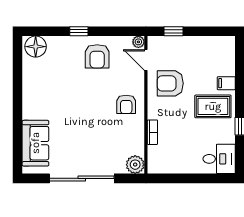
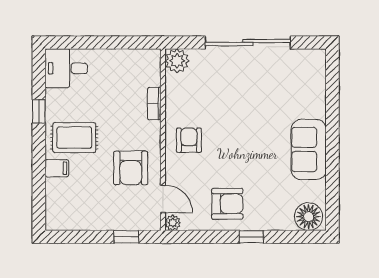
armchair: (97, 56) -> (227, 204), turned 90
armchair: (170, 83) -> (131, 168), turned 90
sofa: (35, 143) -> (309, 149), moved

